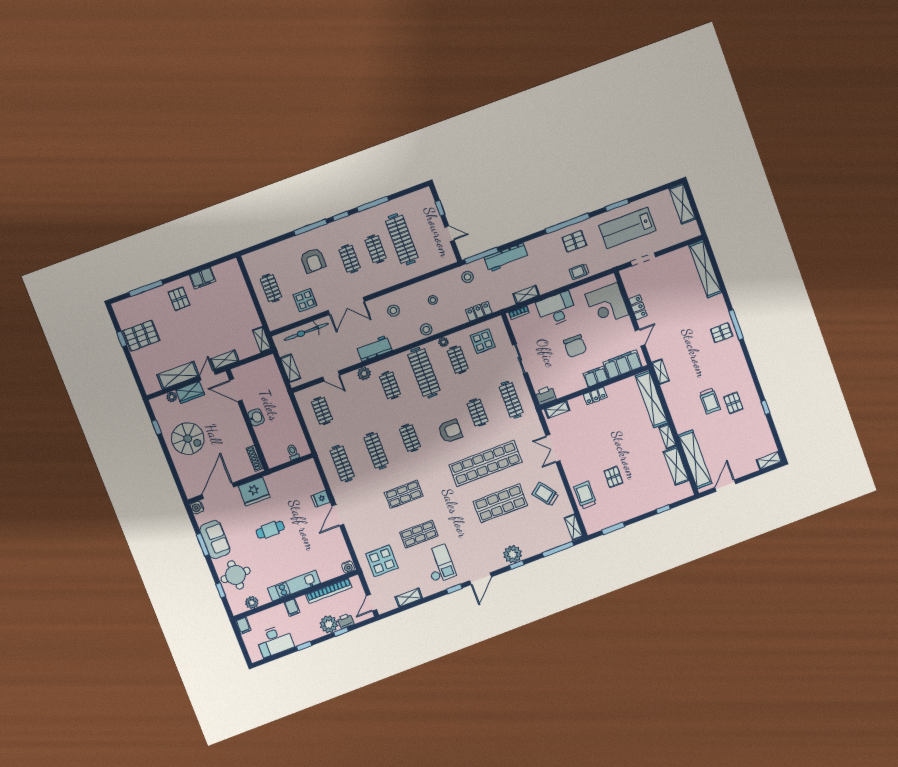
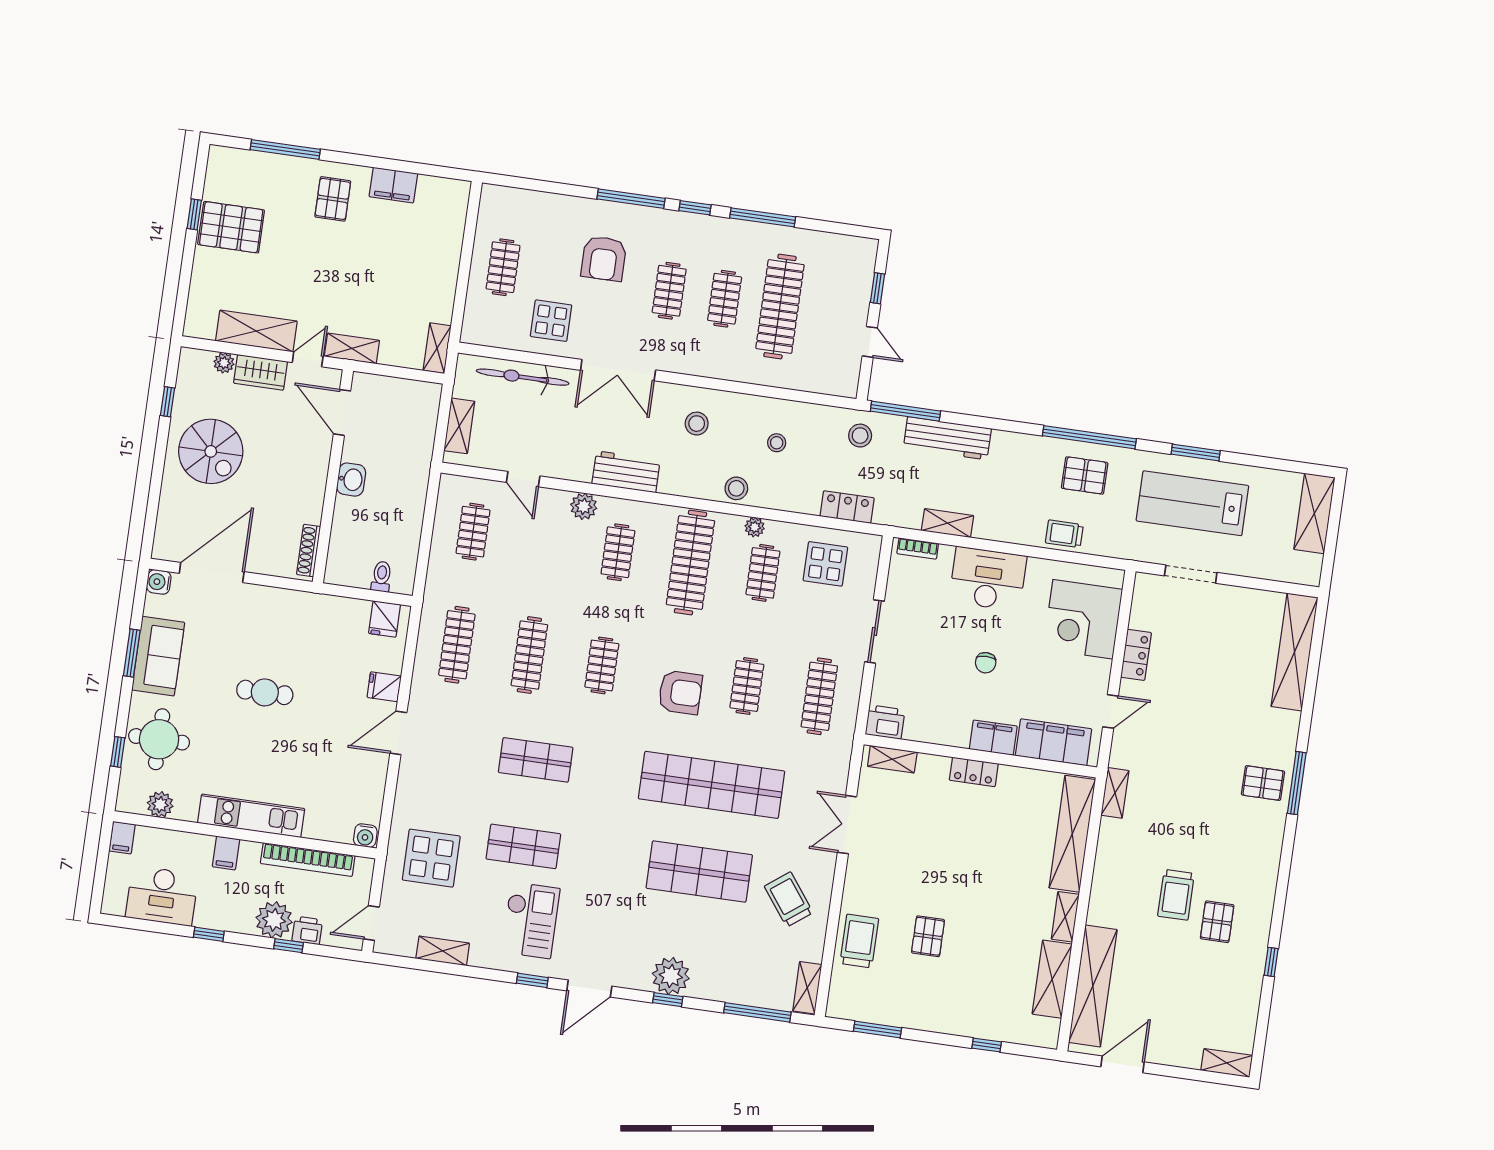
chair: (575, 346) -> (986, 663), width x0.54, depth x0.54
fridge: (254, 492) -> (385, 619), moved, width x0.53, depth x0.75

